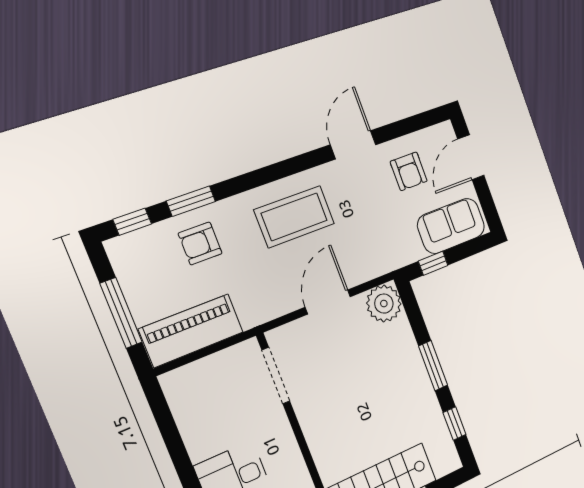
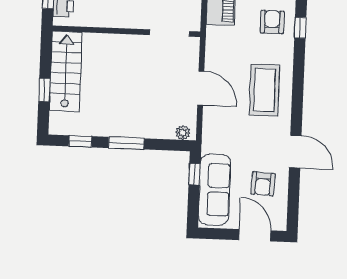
armchair: (409, 171) -> (263, 184), turned -87
window: (191, 201) -> (300, 28), width x0.67
sofa: (451, 226) -> (215, 190), width x1.36
plant: (384, 304) -> (183, 133), width x0.53, depth x0.53

